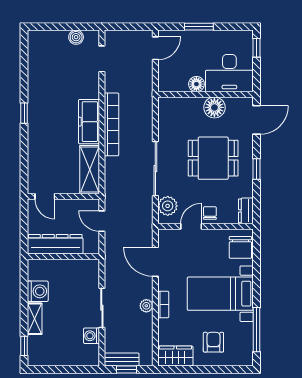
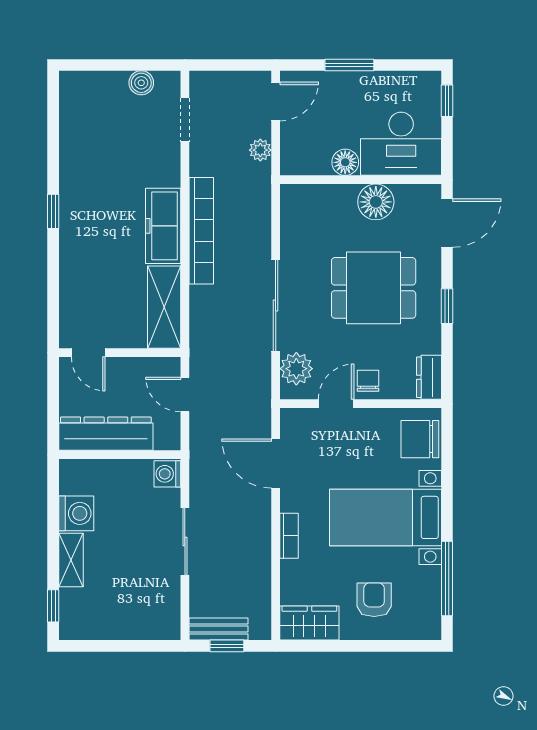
chair: (240, 247) -> (420, 439), turned 90
plant: (146, 306) -> (260, 150), moved
washing machine: (92, 336) -> (167, 474), moved

